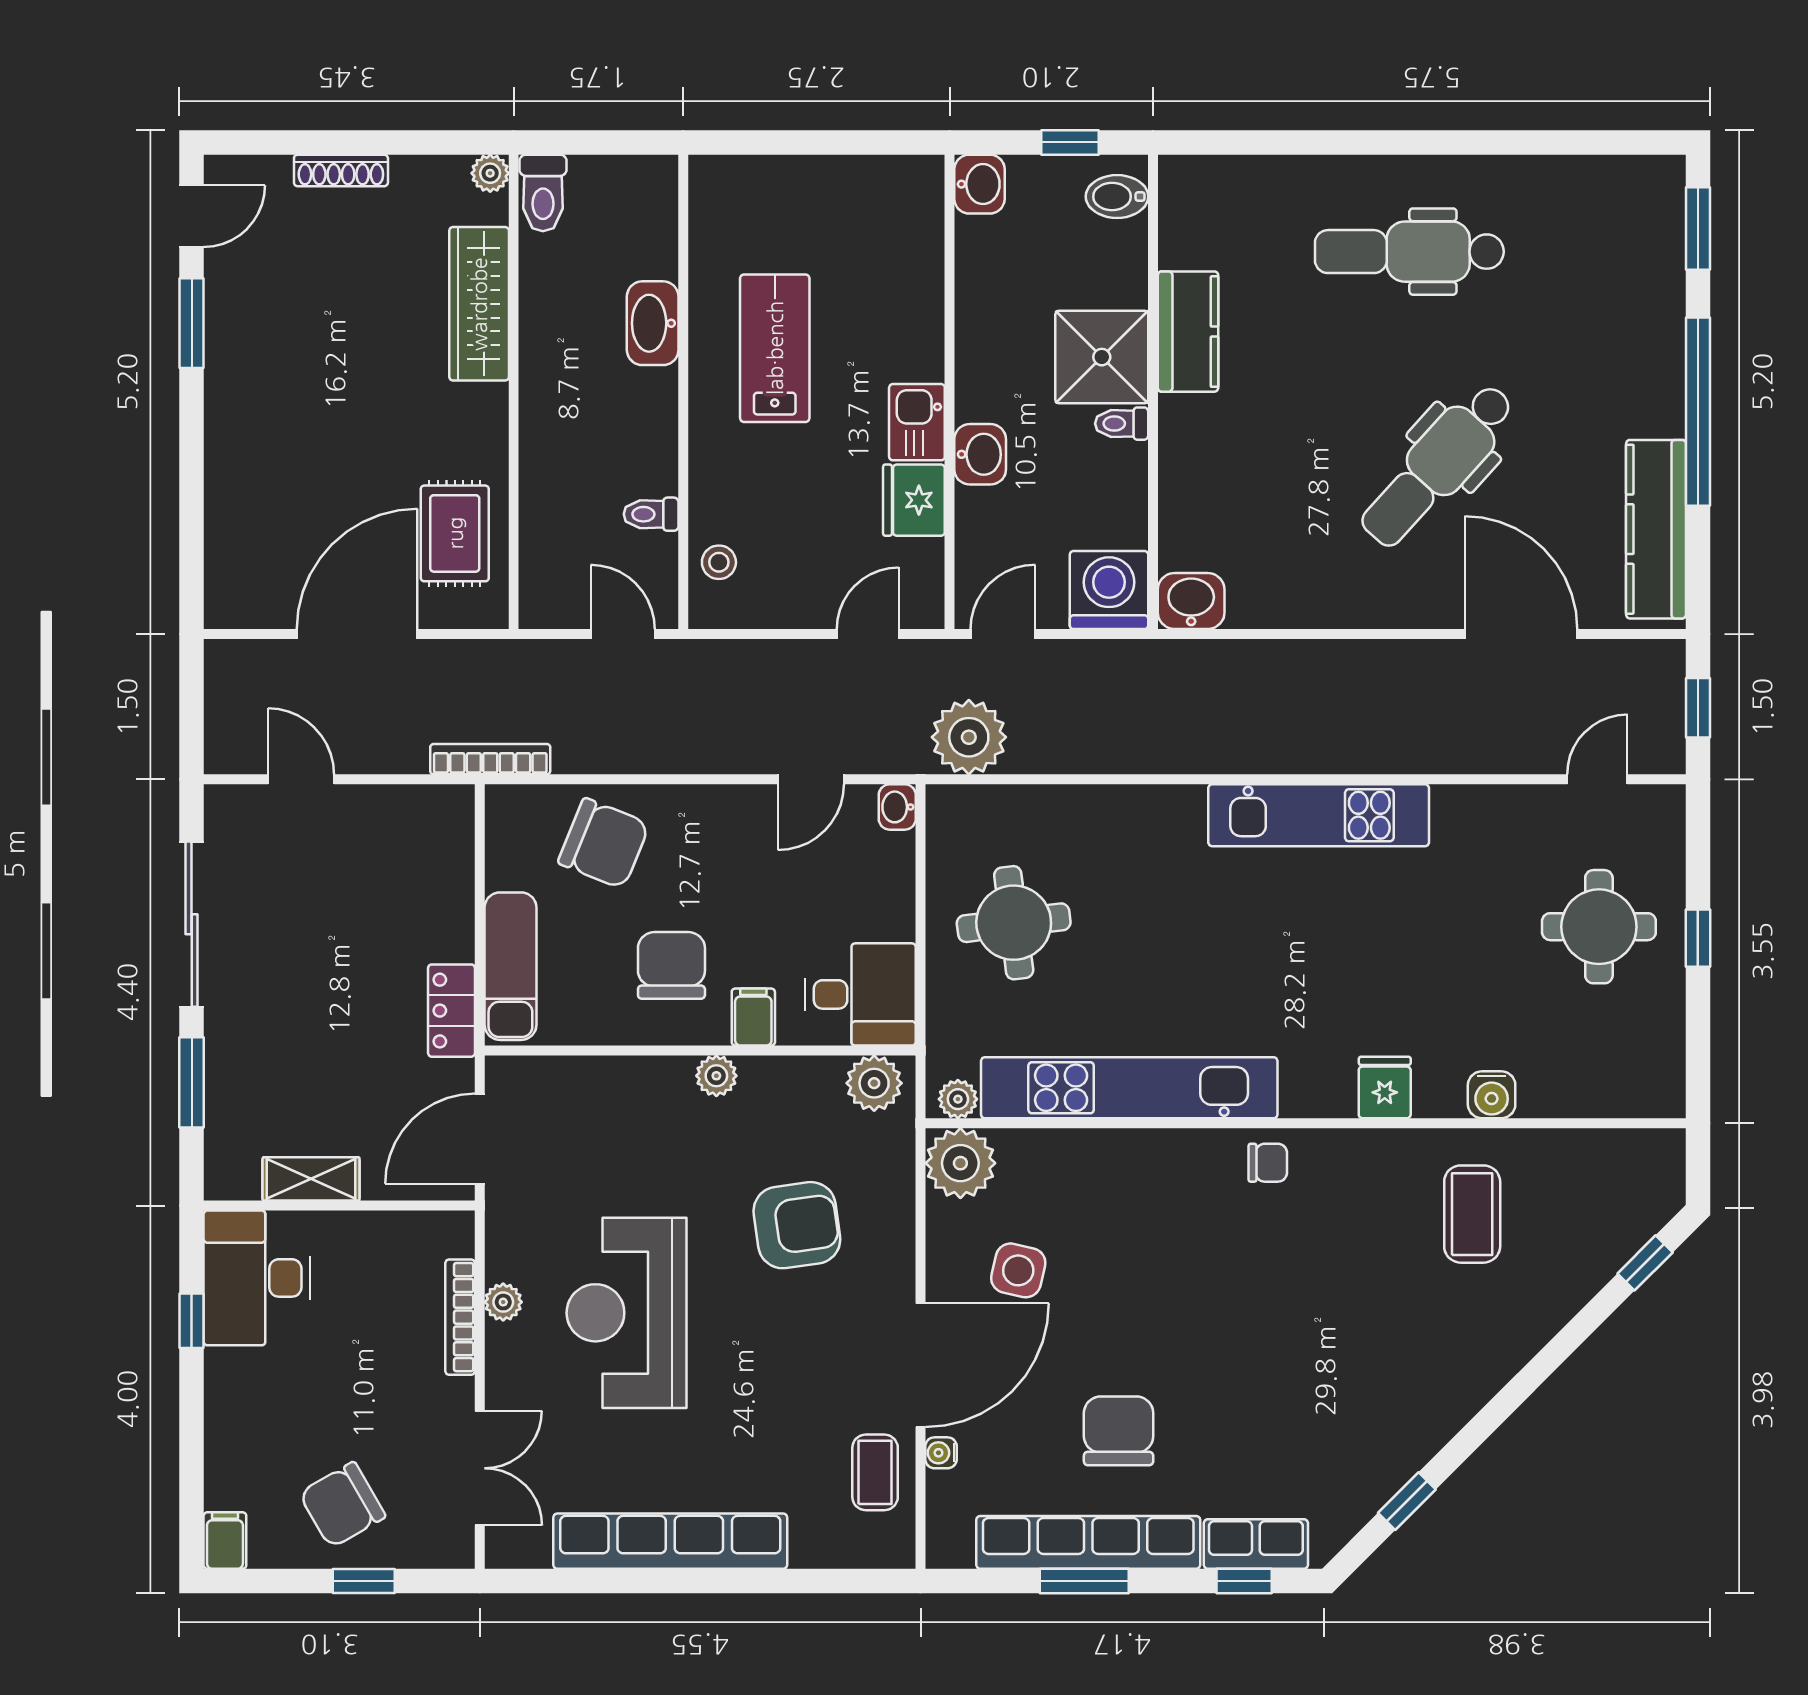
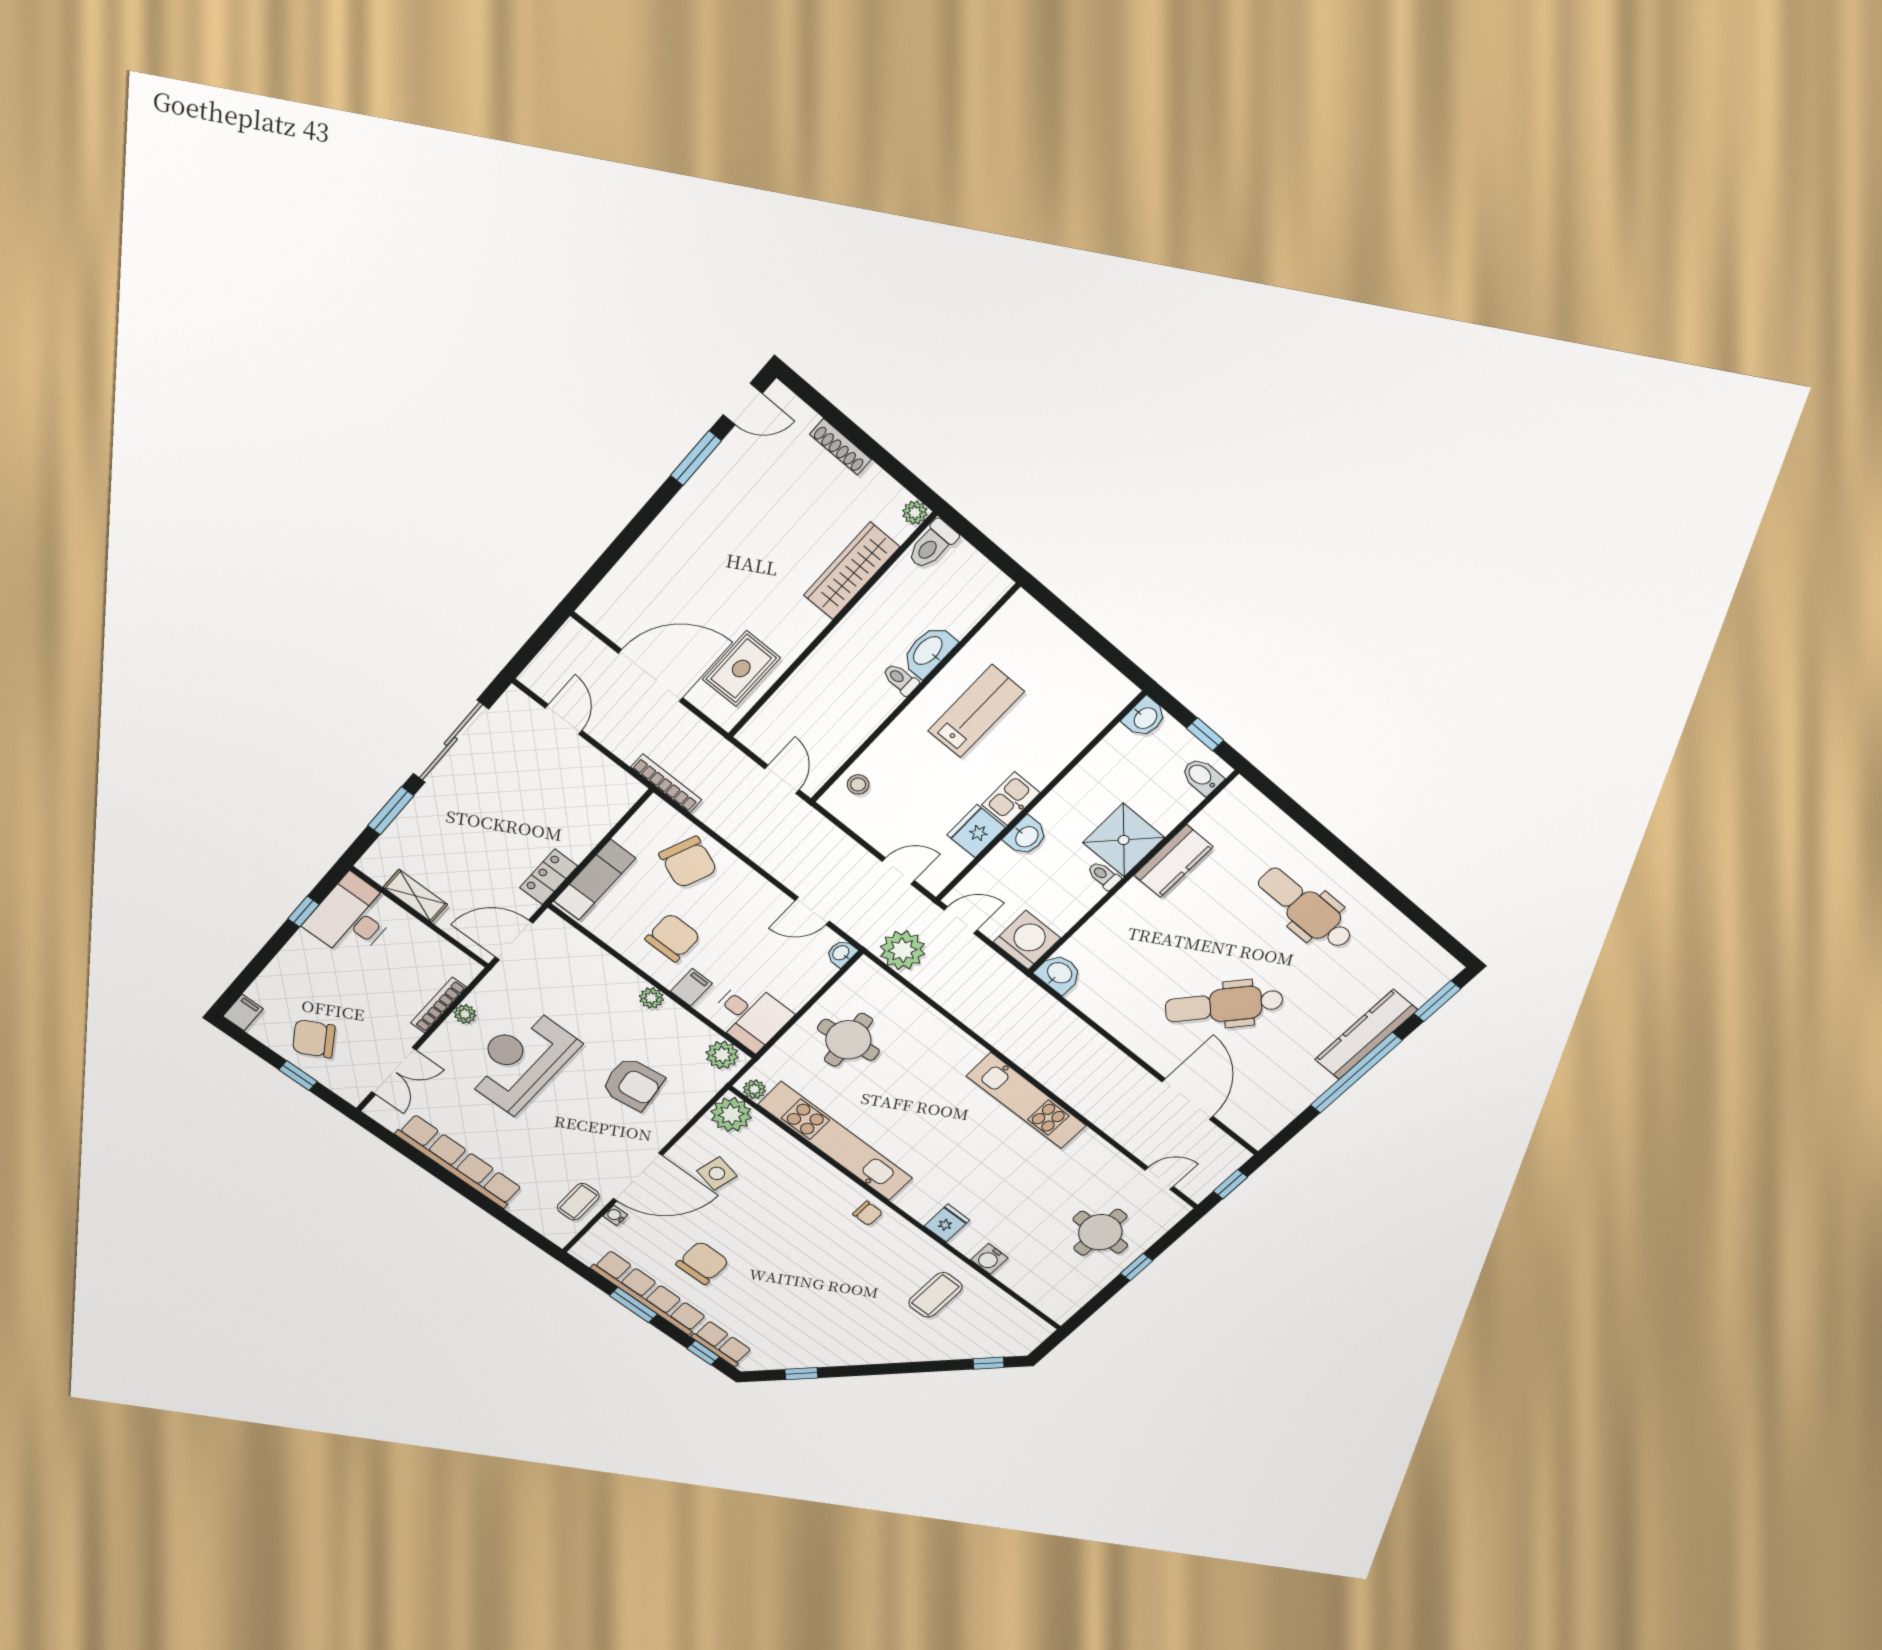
toilet: (651, 514) -> (900, 679), moved
kitchen counter: (1656, 529) -> (1366, 1035), moved

